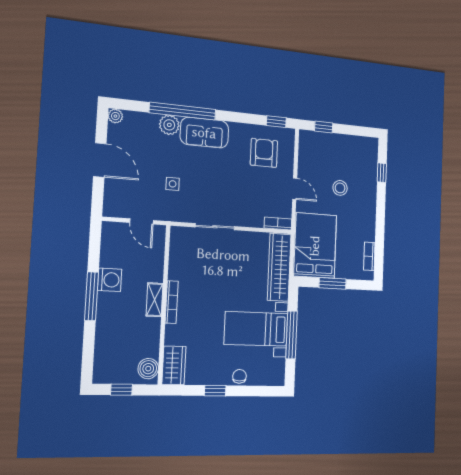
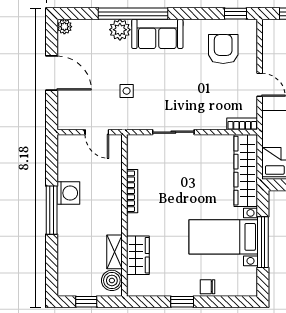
shelving: (155, 300) -> (114, 252), moved
bookcase: (172, 302) -> (132, 191), moved
wardrobe: (174, 365) -> (138, 255), moved
chair: (239, 376) -> (207, 287), turned -90

